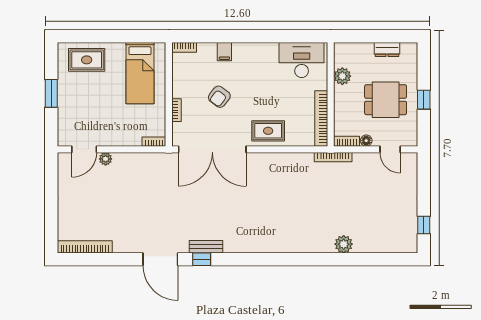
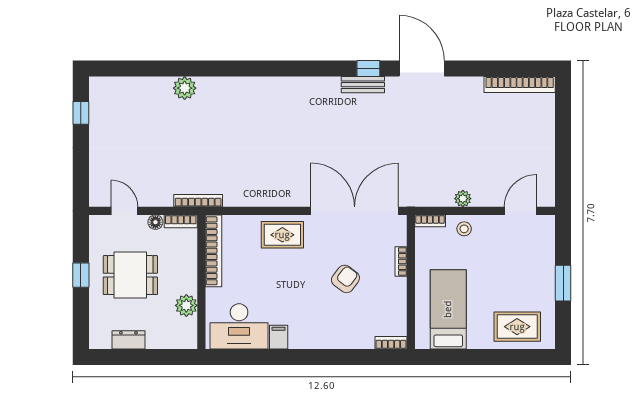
filing cabinet: (224, 52) -> (279, 337), moved
stool: (128, 135) -> (464, 229), added
plant: (106, 159) -> (463, 199), moved

